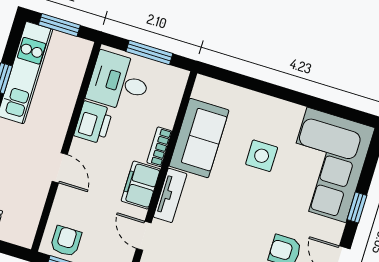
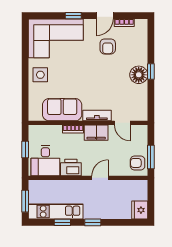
window: (149, 52) -> (25, 149), width x0.67
side table: (262, 156) -> (40, 75), moved
door: (144, 236) -> (122, 123), hinge flipped

